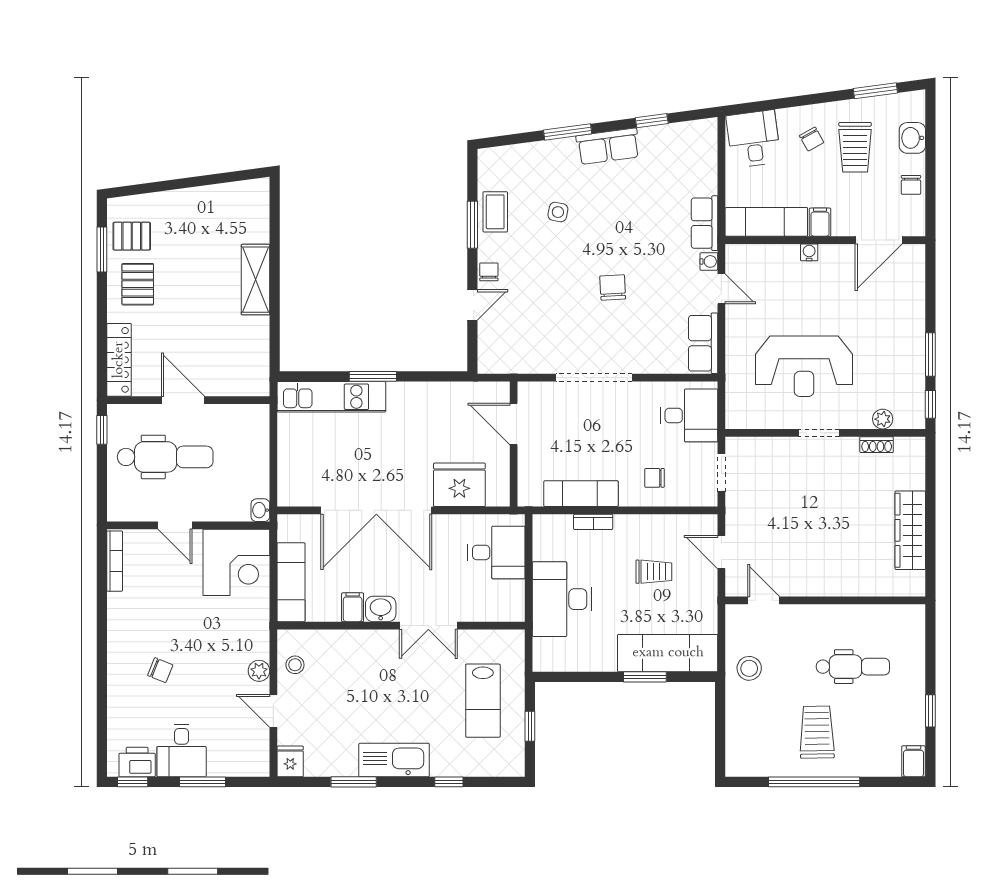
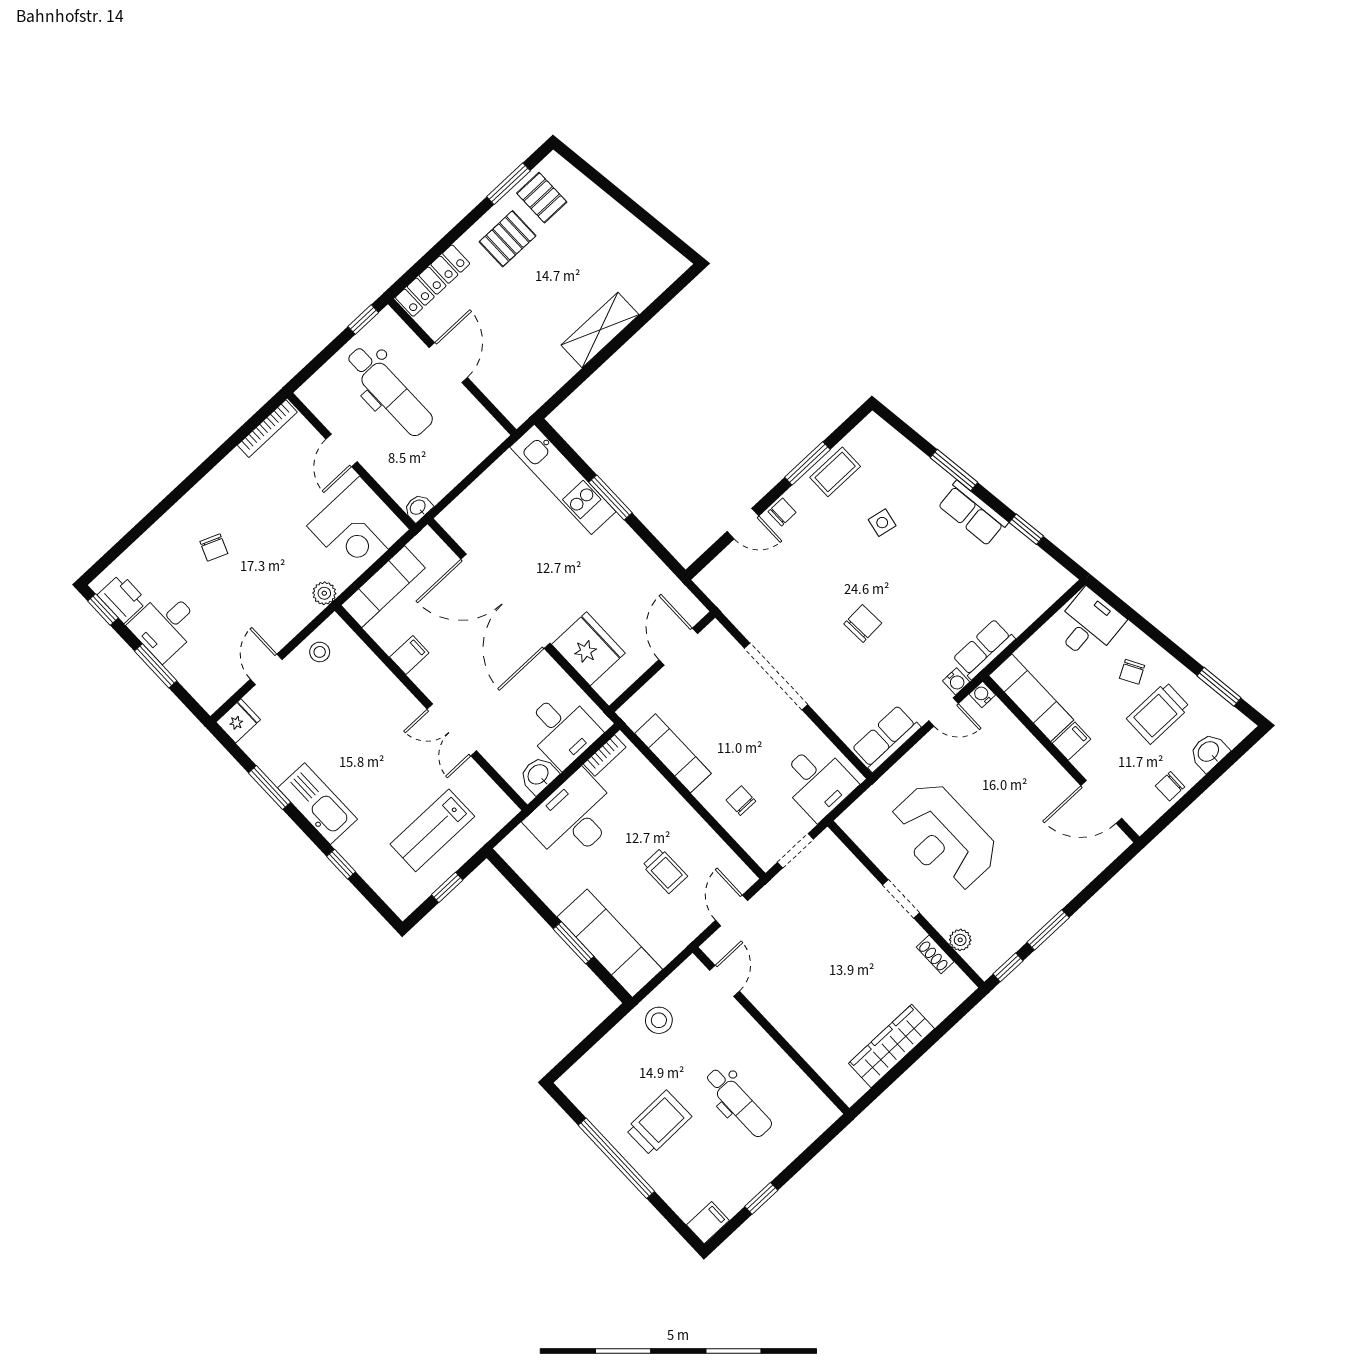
water cooler: (809, 252) -> (982, 695), moved, turned -90
door: (721, 289) -> (944, 712), hinge flipped
bookcase: (593, 522) -> (605, 756), moved, turned -90
washbasin: (381, 609) -> (539, 775), moved, turned -90
plant: (259, 671) -> (324, 593), moved

